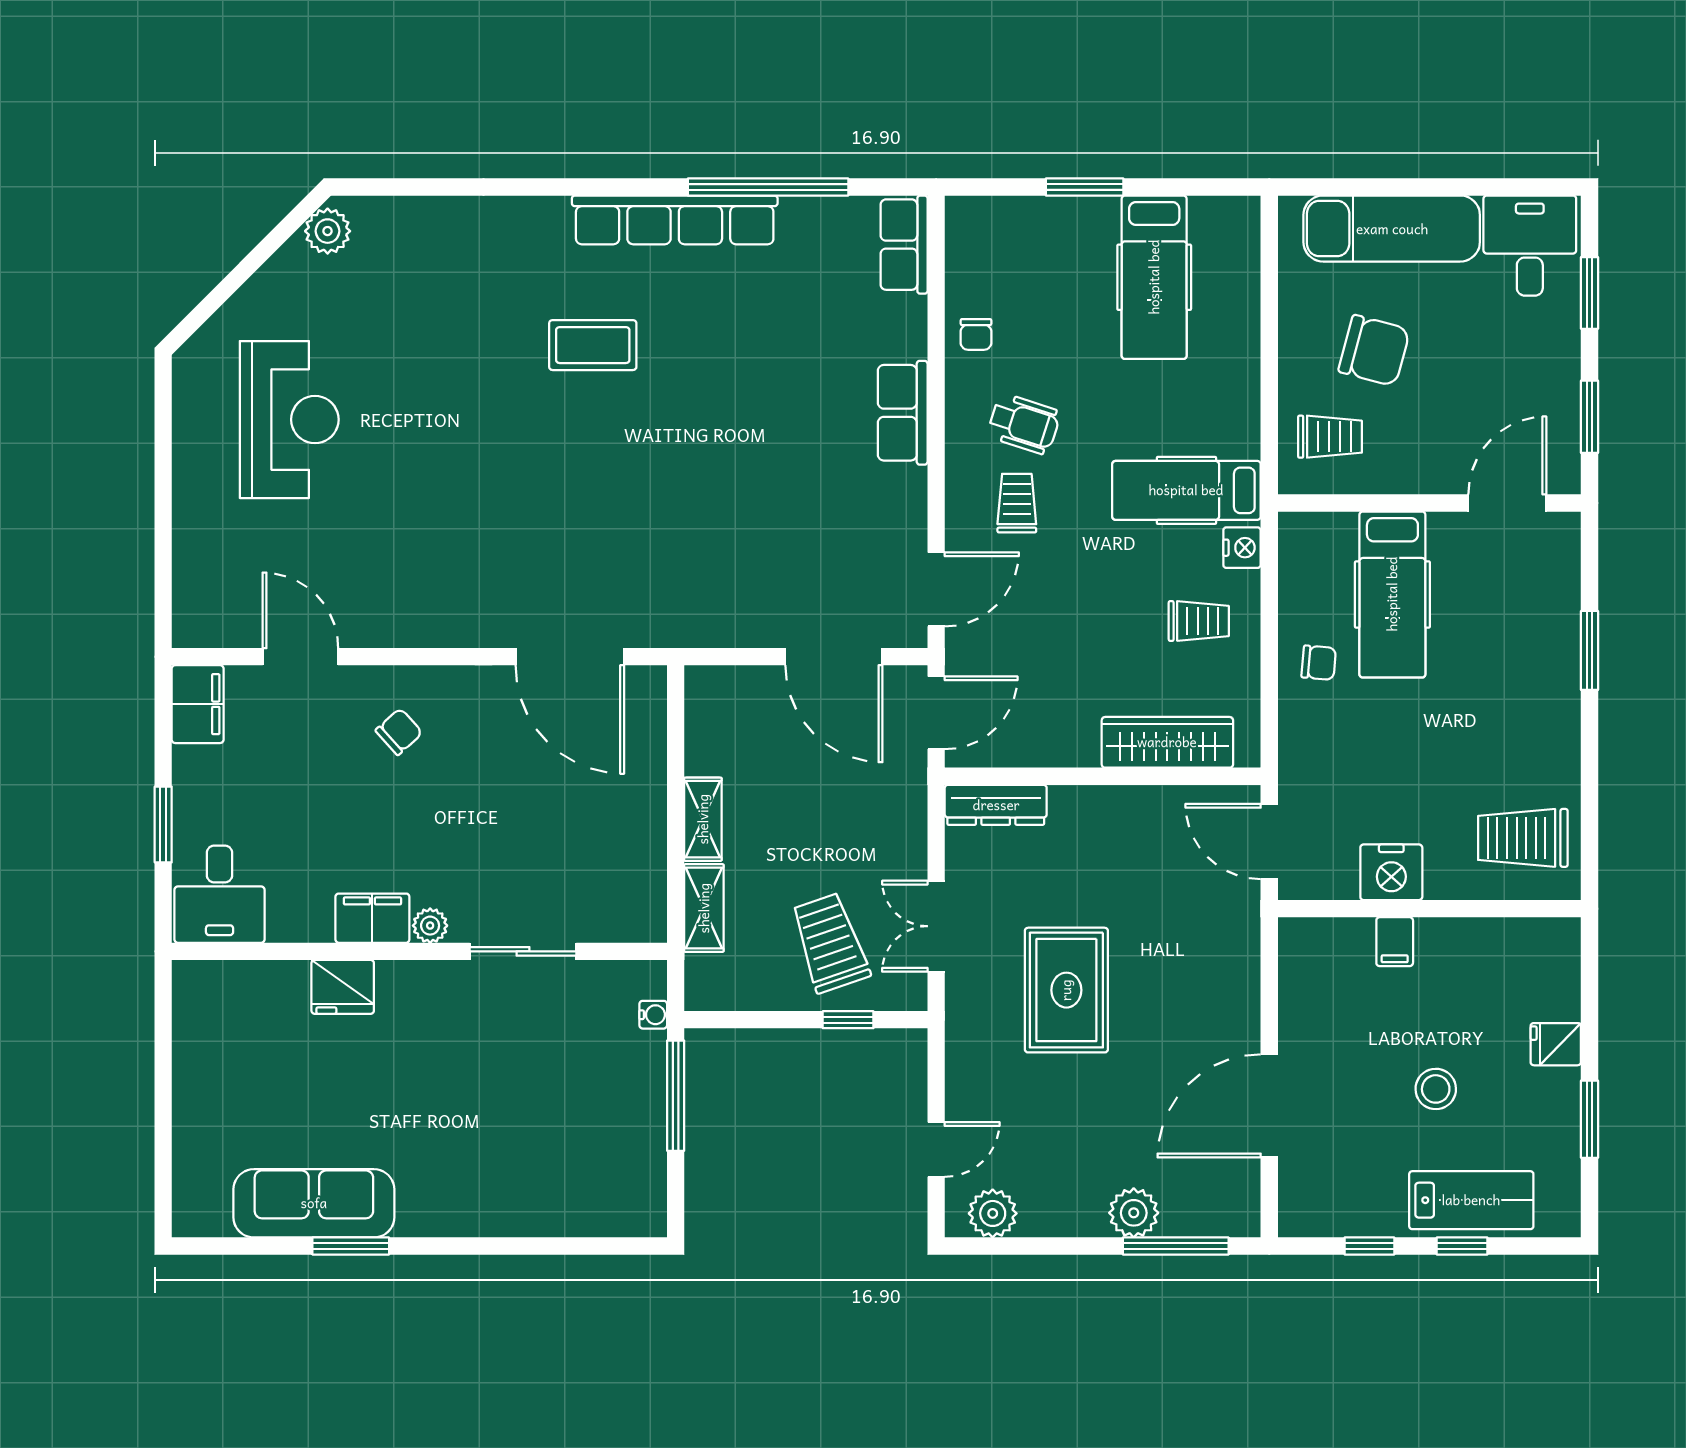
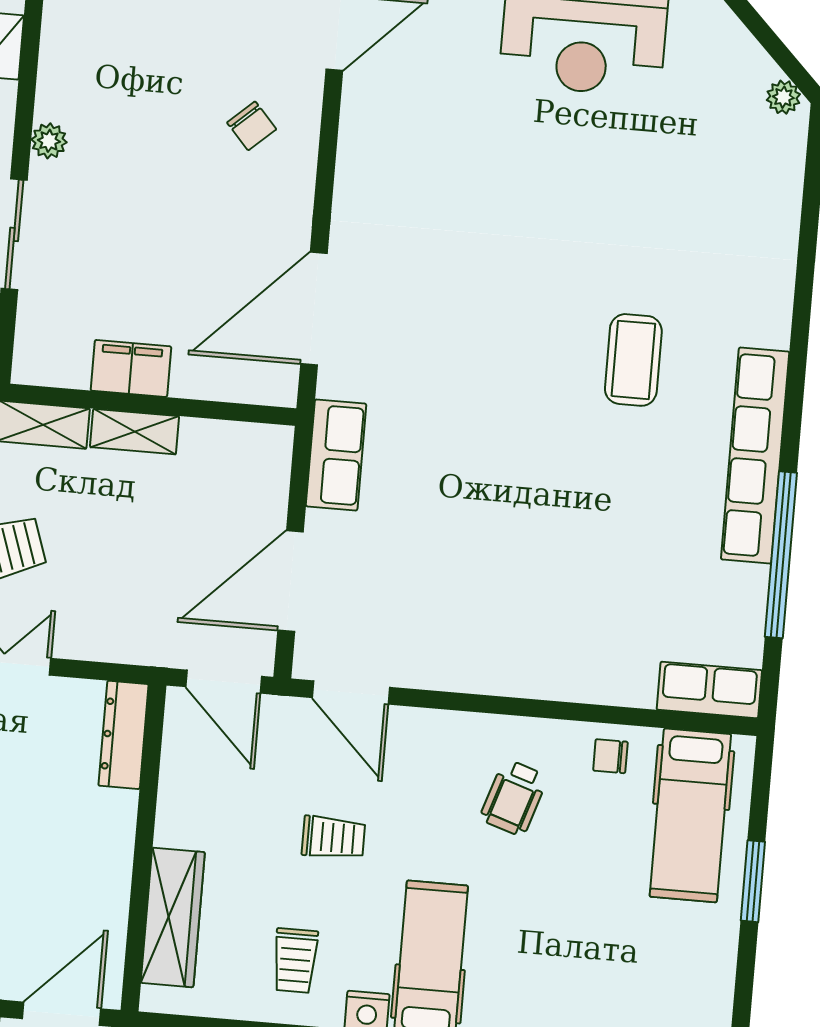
plant: (328, 231) -> (783, 97), width x0.73, depth x0.73
hospital bed: (1154, 277) -> (690, 815), moved, turned -90
row of seats: (903, 413) -> (336, 455), moved, turned 90
trolley: (1017, 503) -> (333, 838), moved
filing cabinet: (372, 918) -> (131, 368), moved, turned -90

